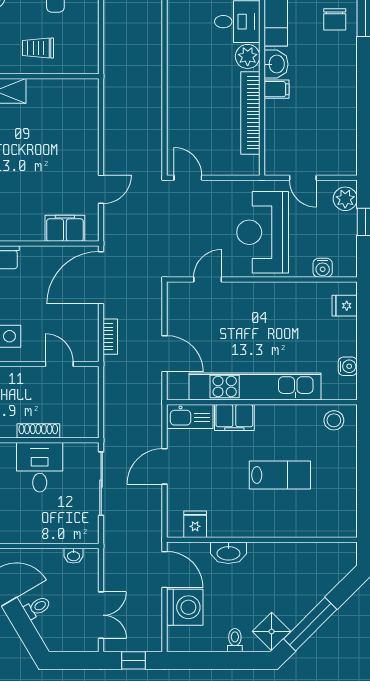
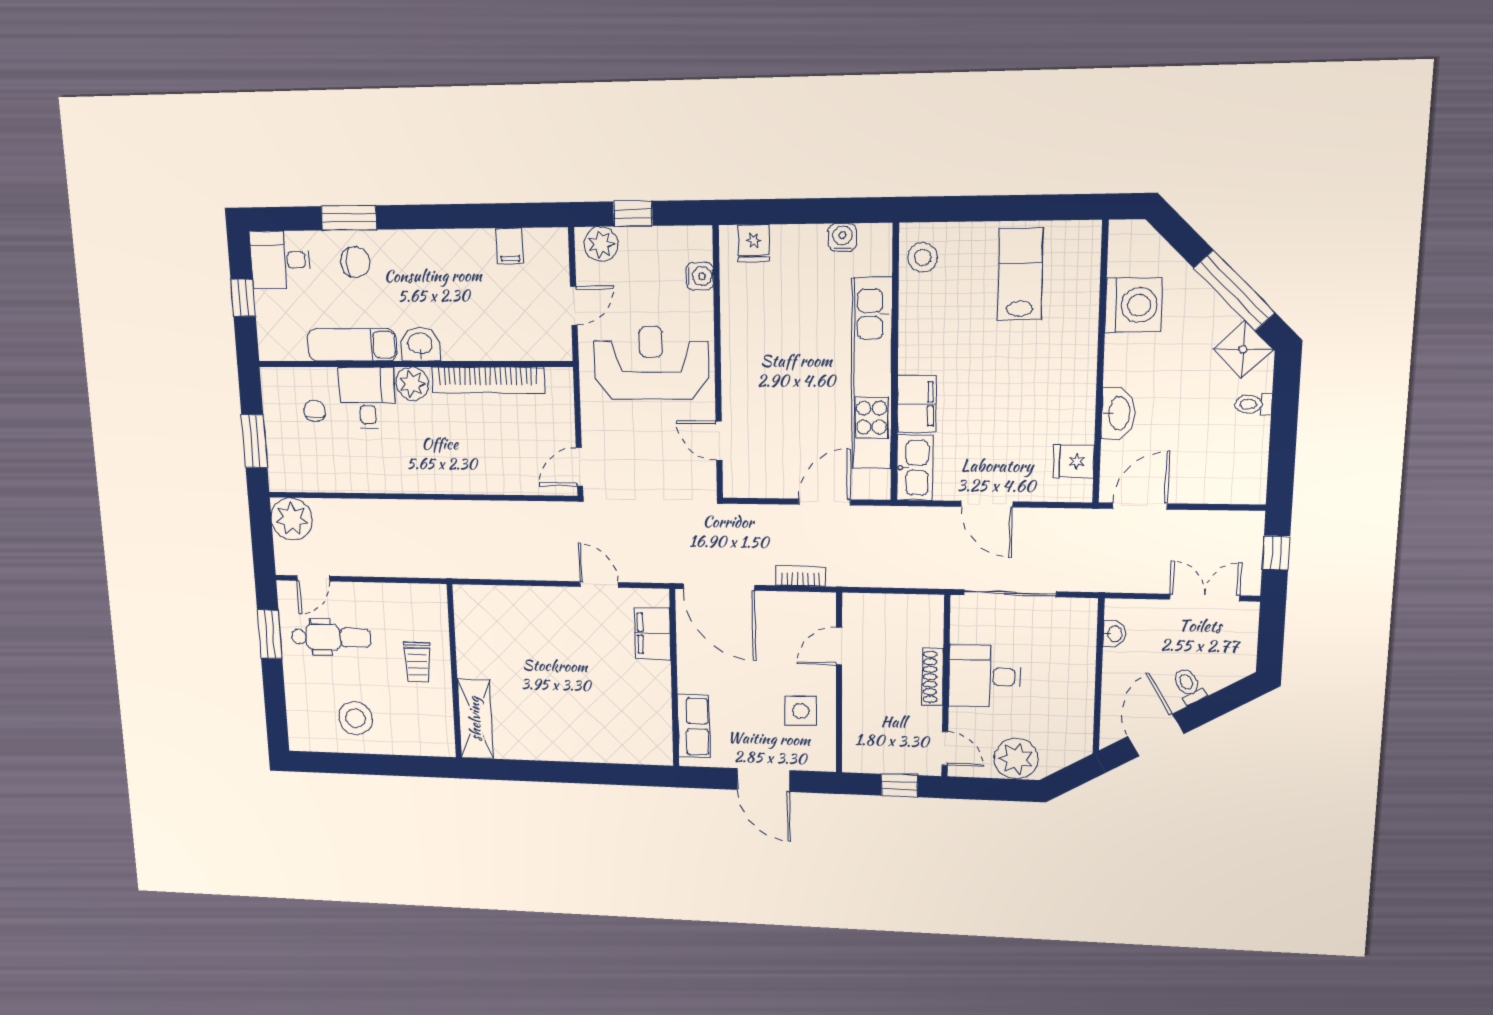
filing cabinet: (276, 89) -> (510, 246), moved, turned 180
reception desk: (263, 232) -> (651, 363), turned 180
lab bench: (280, 475) -> (1020, 274), moved
washing machine: (185, 607) -> (1134, 305), moved, turned 90

